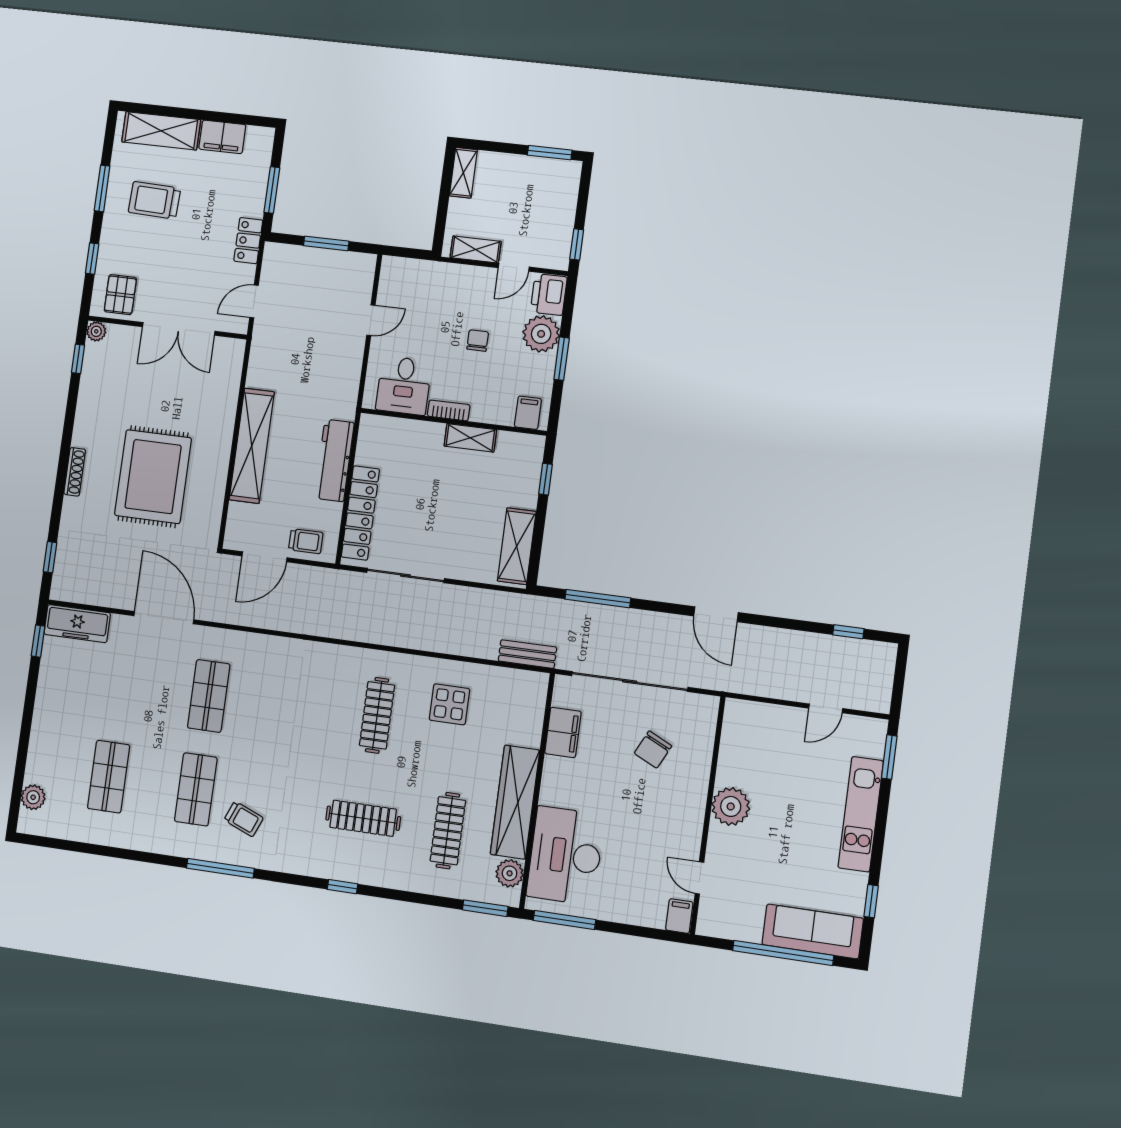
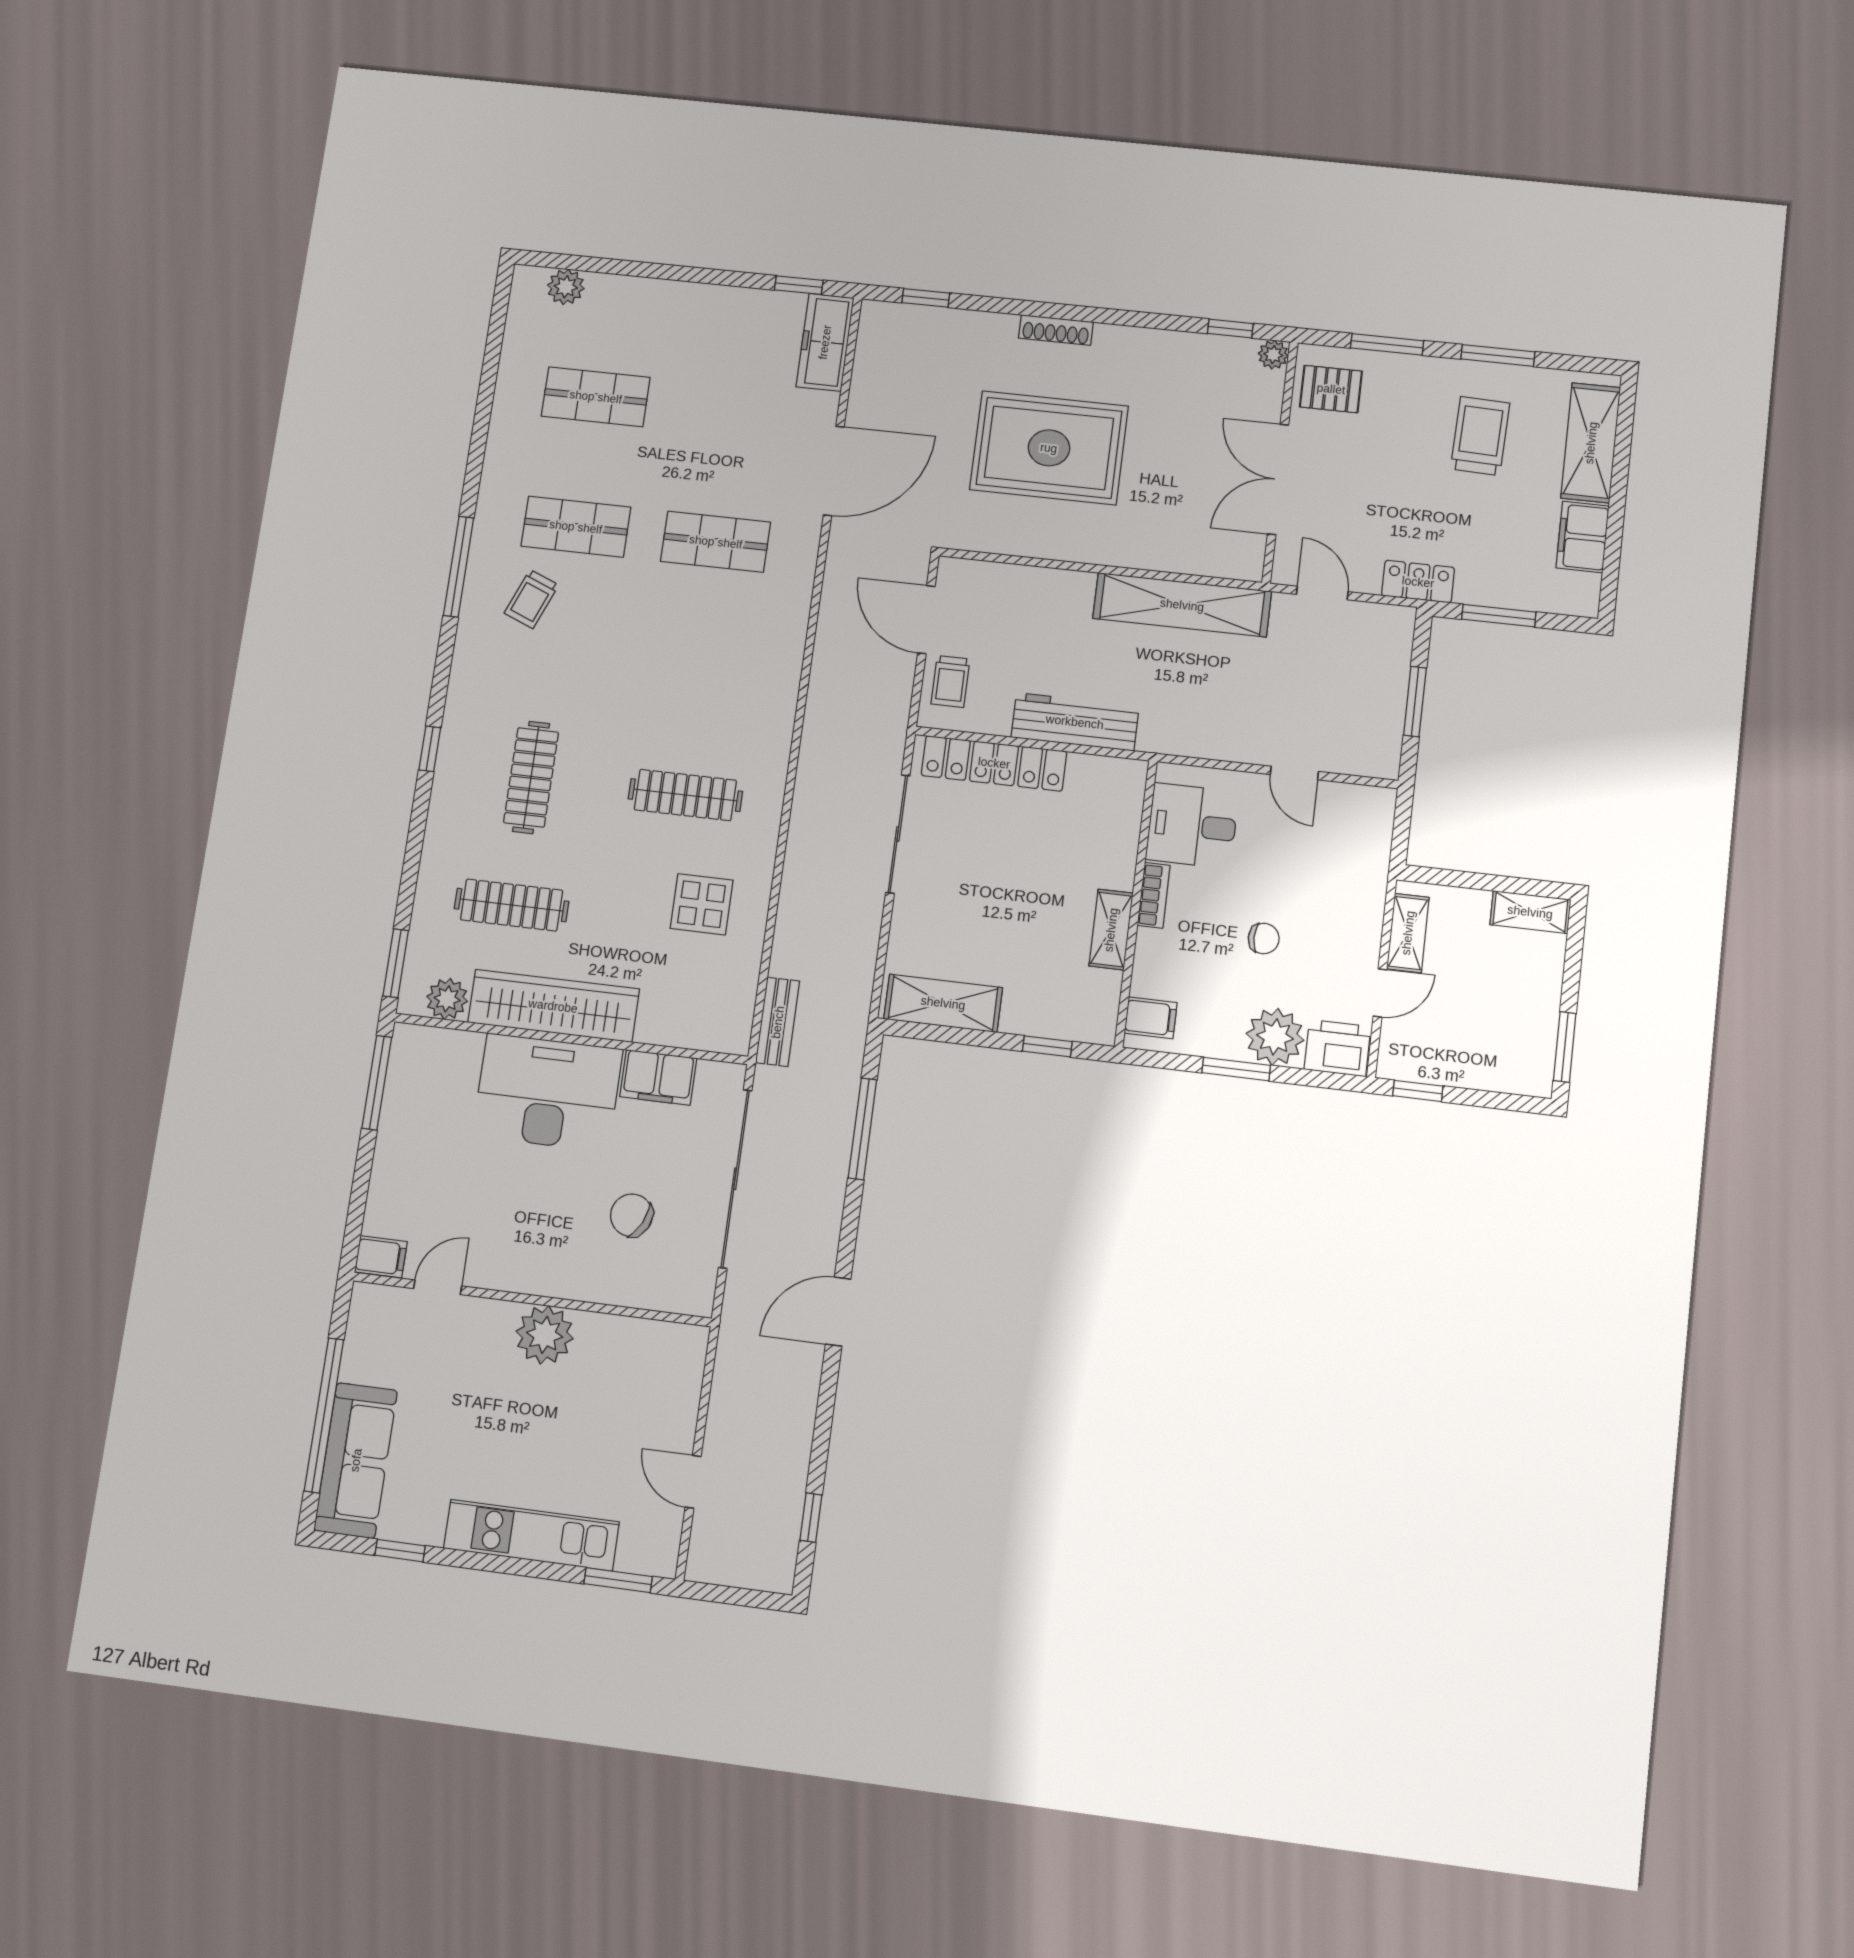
window: (92, 259) -> (1387, 344), width x1.50
door: (514, 267) -> (1380, 993), swing flipped
shelving: (252, 446) -> (1182, 605), moved
desk: (565, 856) -> (548, 1092), moved

